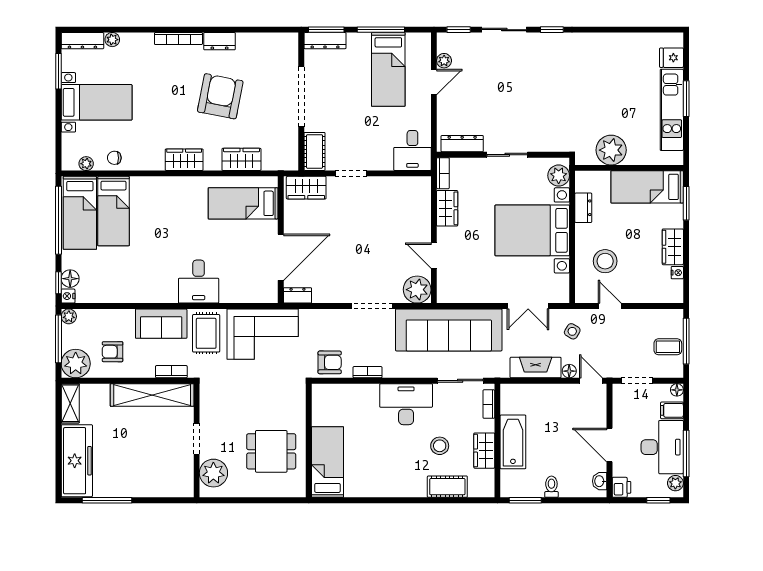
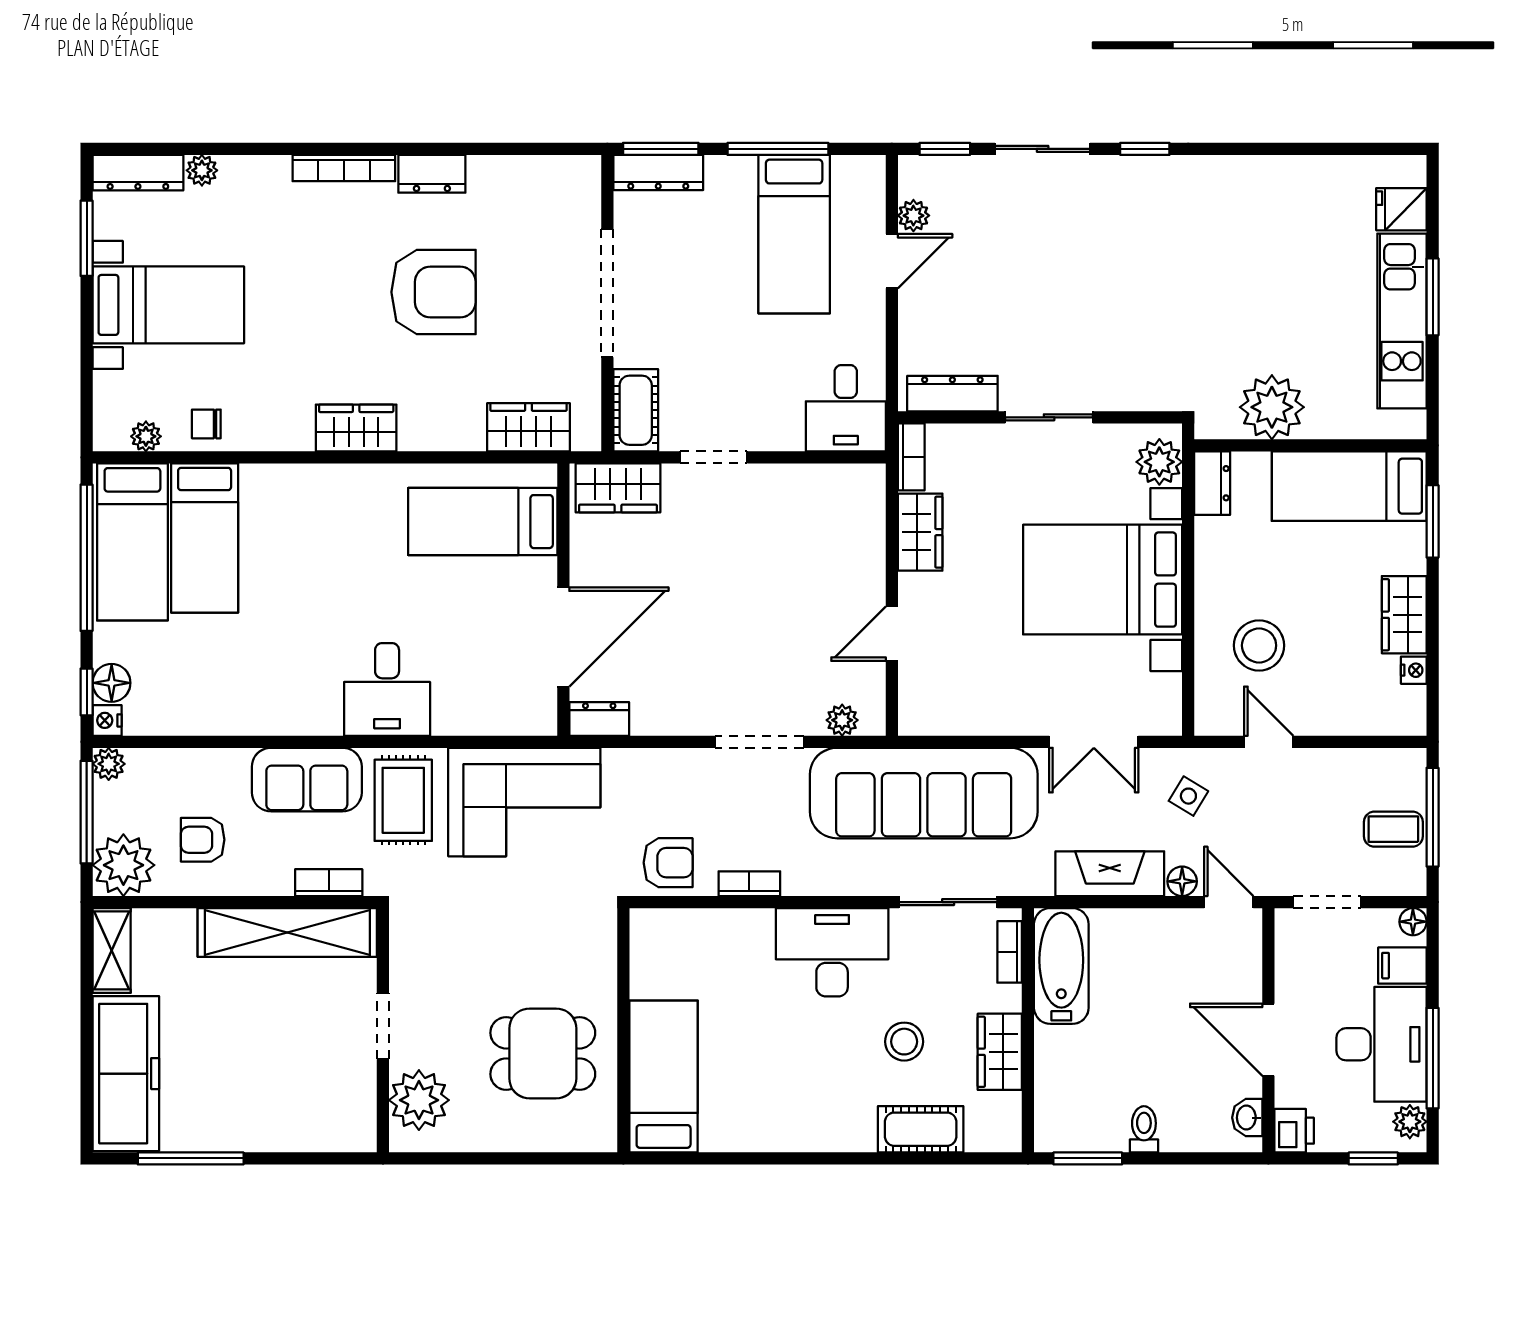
armchair: (220, 96) -> (434, 292), turned 79
wardrobe: (241, 159) -> (528, 427), moved
dresser: (583, 208) -> (1212, 483), moved
door: (434, 256) -> (892, 634), hinge flipped
plant: (417, 290) -> (842, 720), width x0.53, depth x0.53
bathtub: (513, 442) -> (1061, 966), moved

